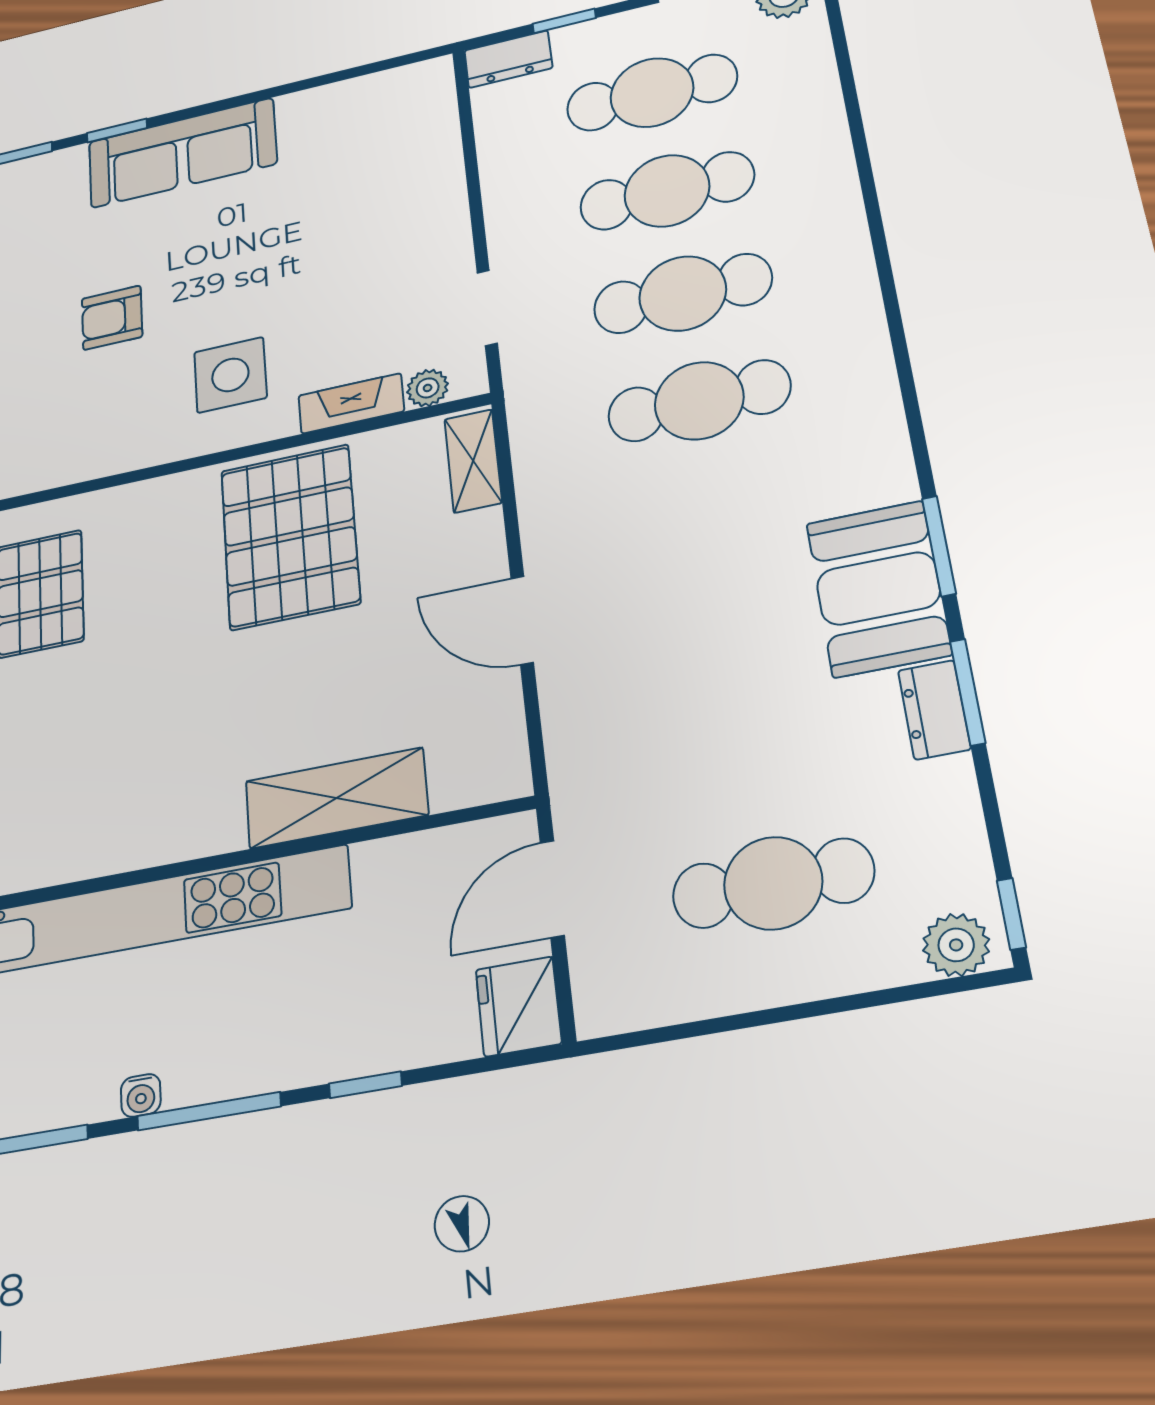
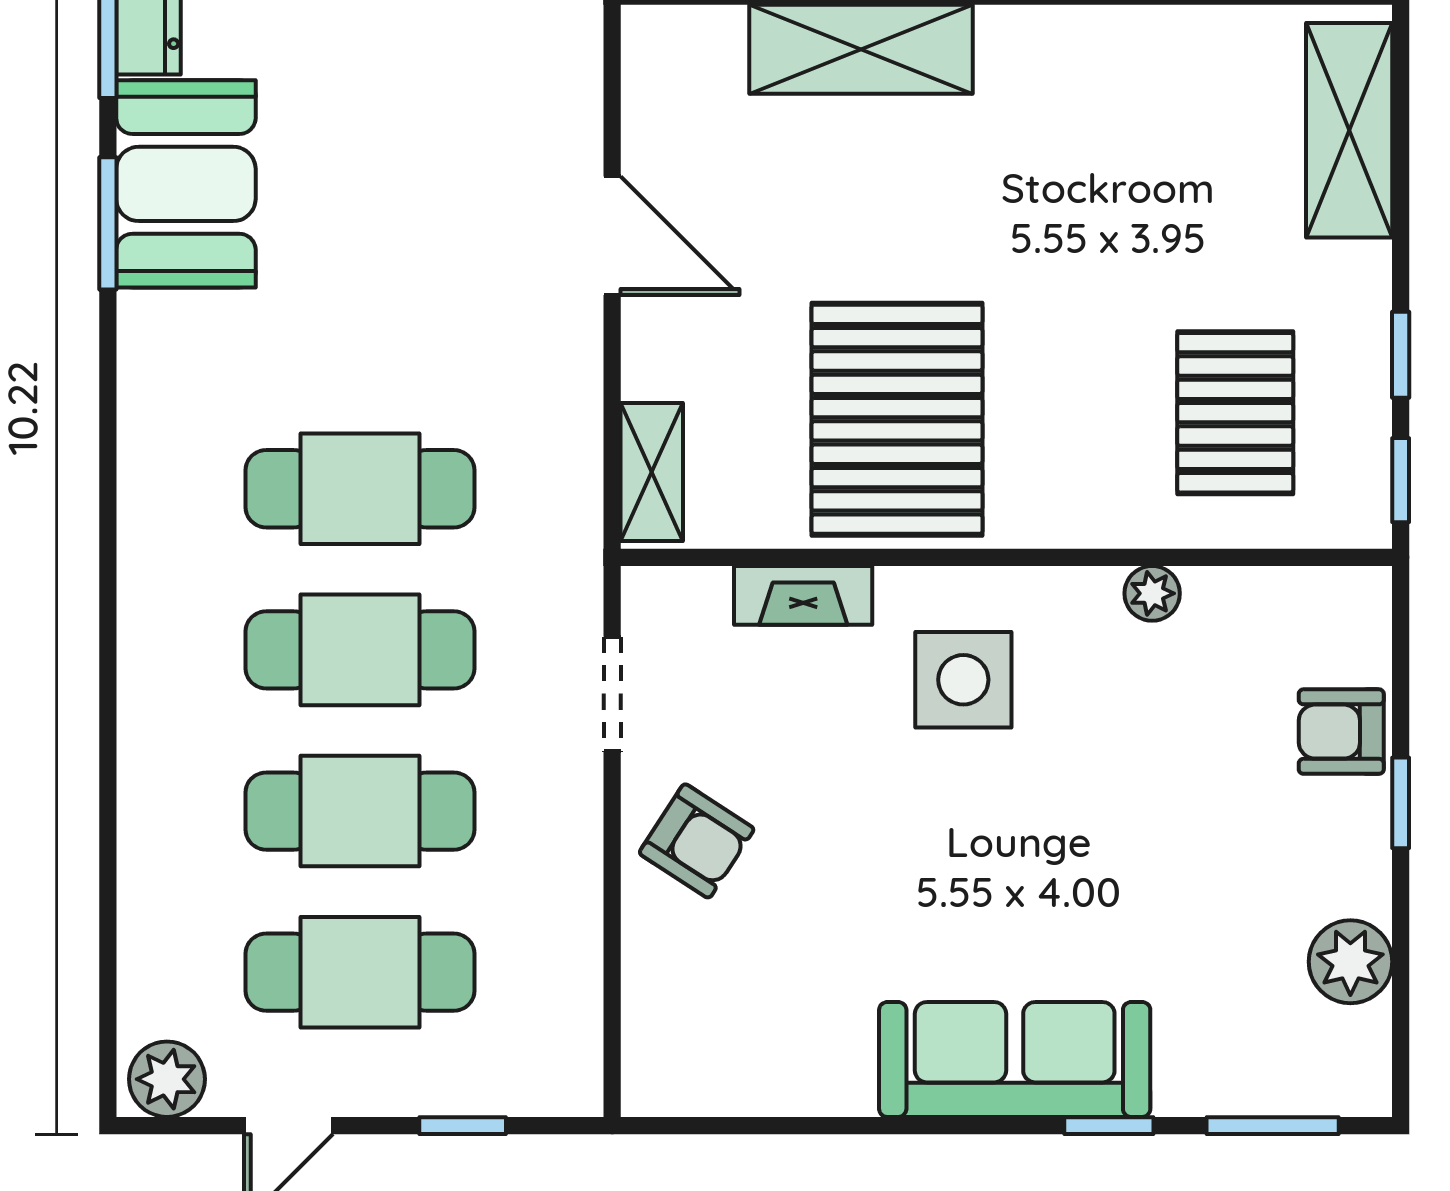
dresser: (508, 59) -> (545, 1084), removed
armchair: (112, 318) -> (697, 841), moved, turned 33
plant: (428, 388) -> (1152, 593), moved

